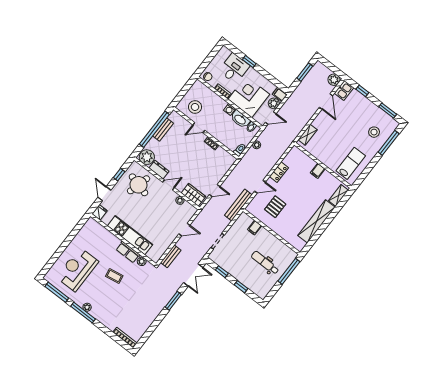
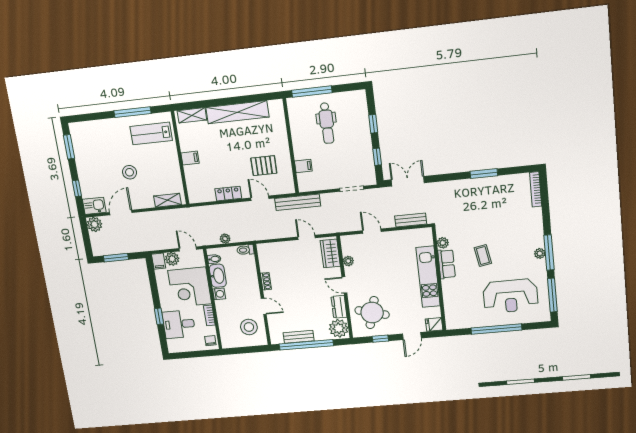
stool: (374, 132) -> (130, 172), moved
window: (389, 143) -> (133, 112), moved
window: (65, 244) -> (496, 329), added
window: (173, 301) -> (484, 173), moved

